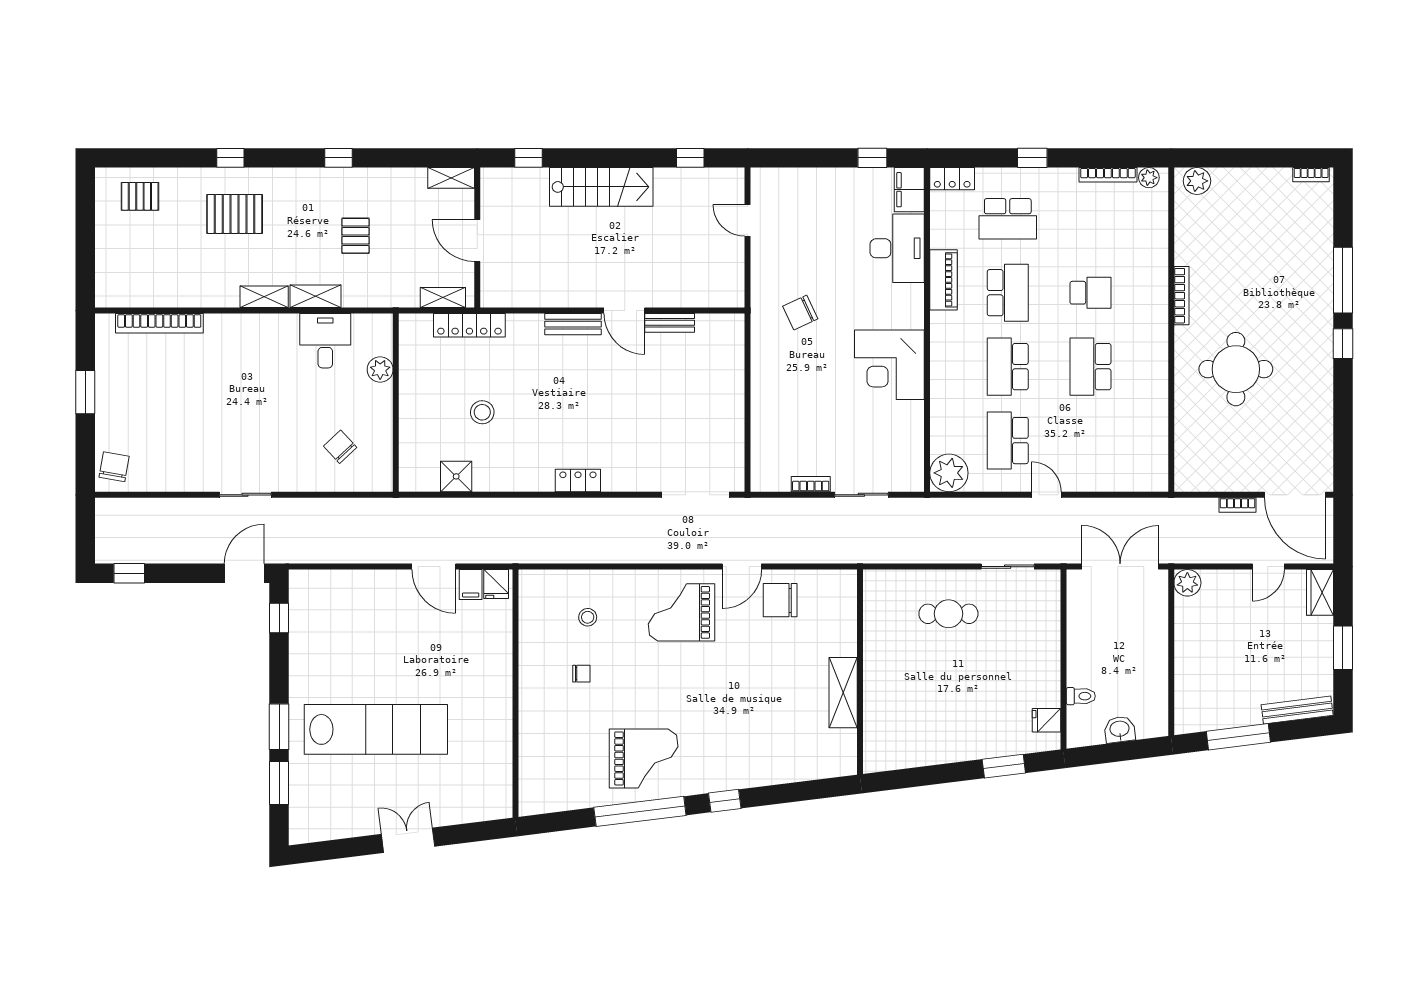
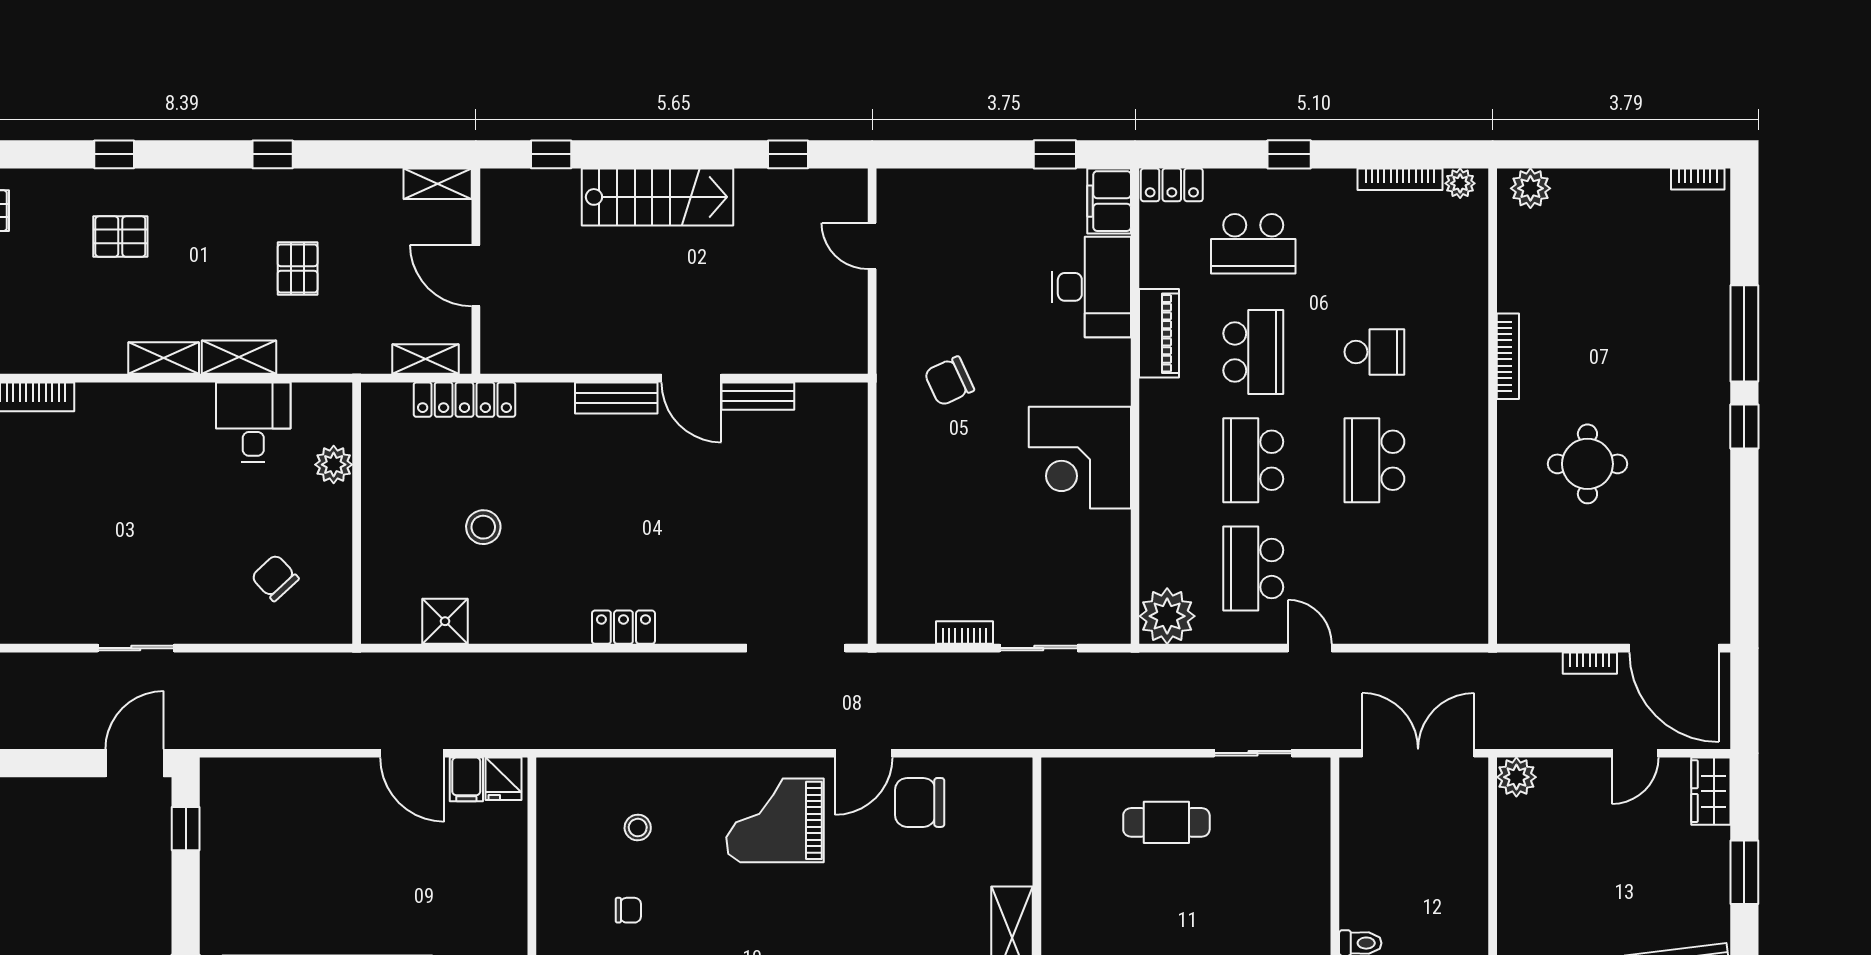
pallet: (235, 214) -> (120, 237), width x0.67, depth x0.71
round table: (1236, 369) -> (1587, 464), width x0.73, depth x0.73

